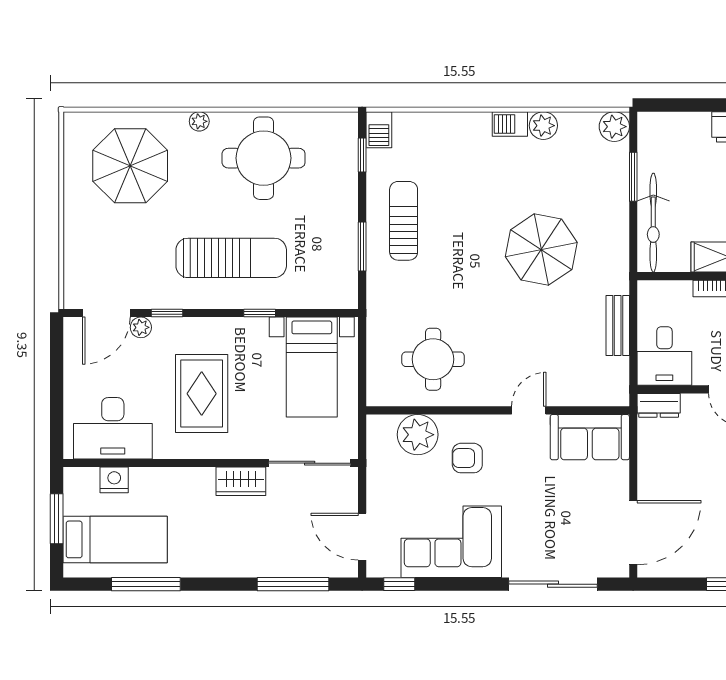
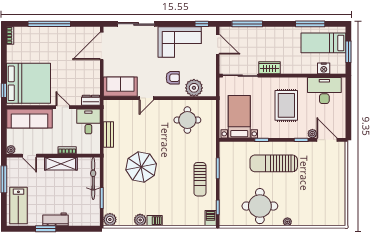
parasol: (130, 166) -> (317, 203), removed
door: (106, 313) -> (327, 140), hinge flipped

